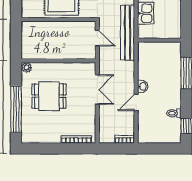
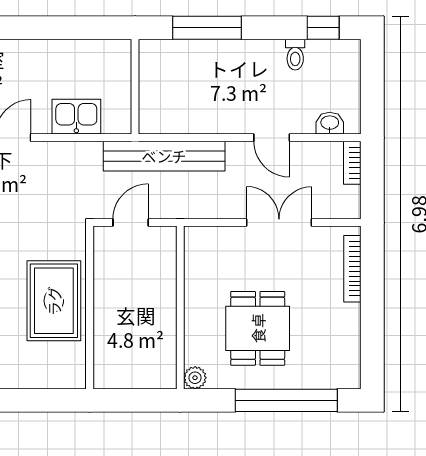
bench: (128, 33) -> (164, 156), moved
washbasin: (143, 86) -> (330, 123), moved
double door: (97, 90) -> (279, 223), moved

